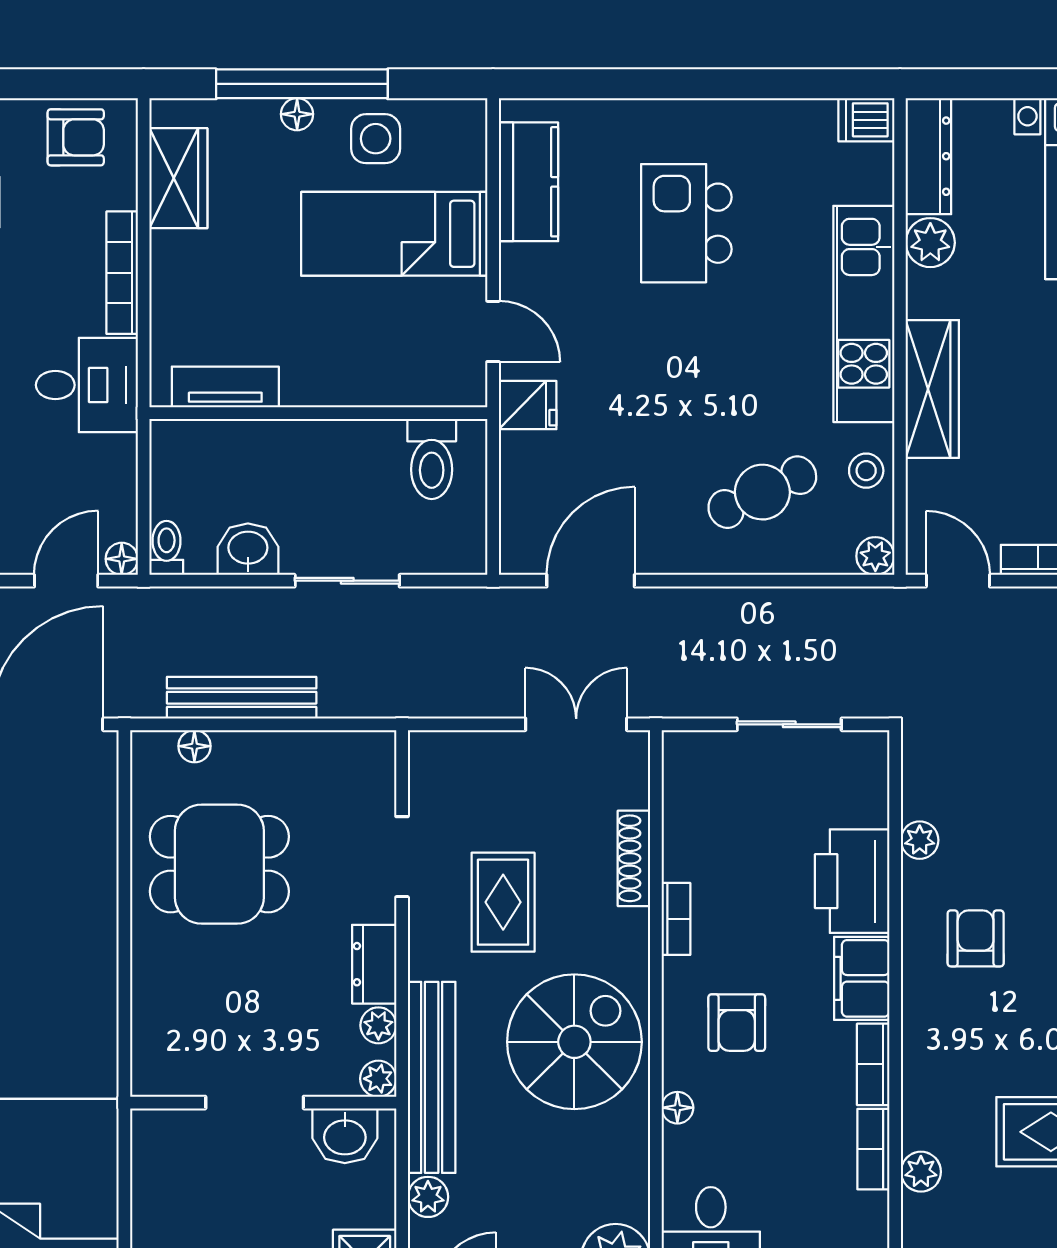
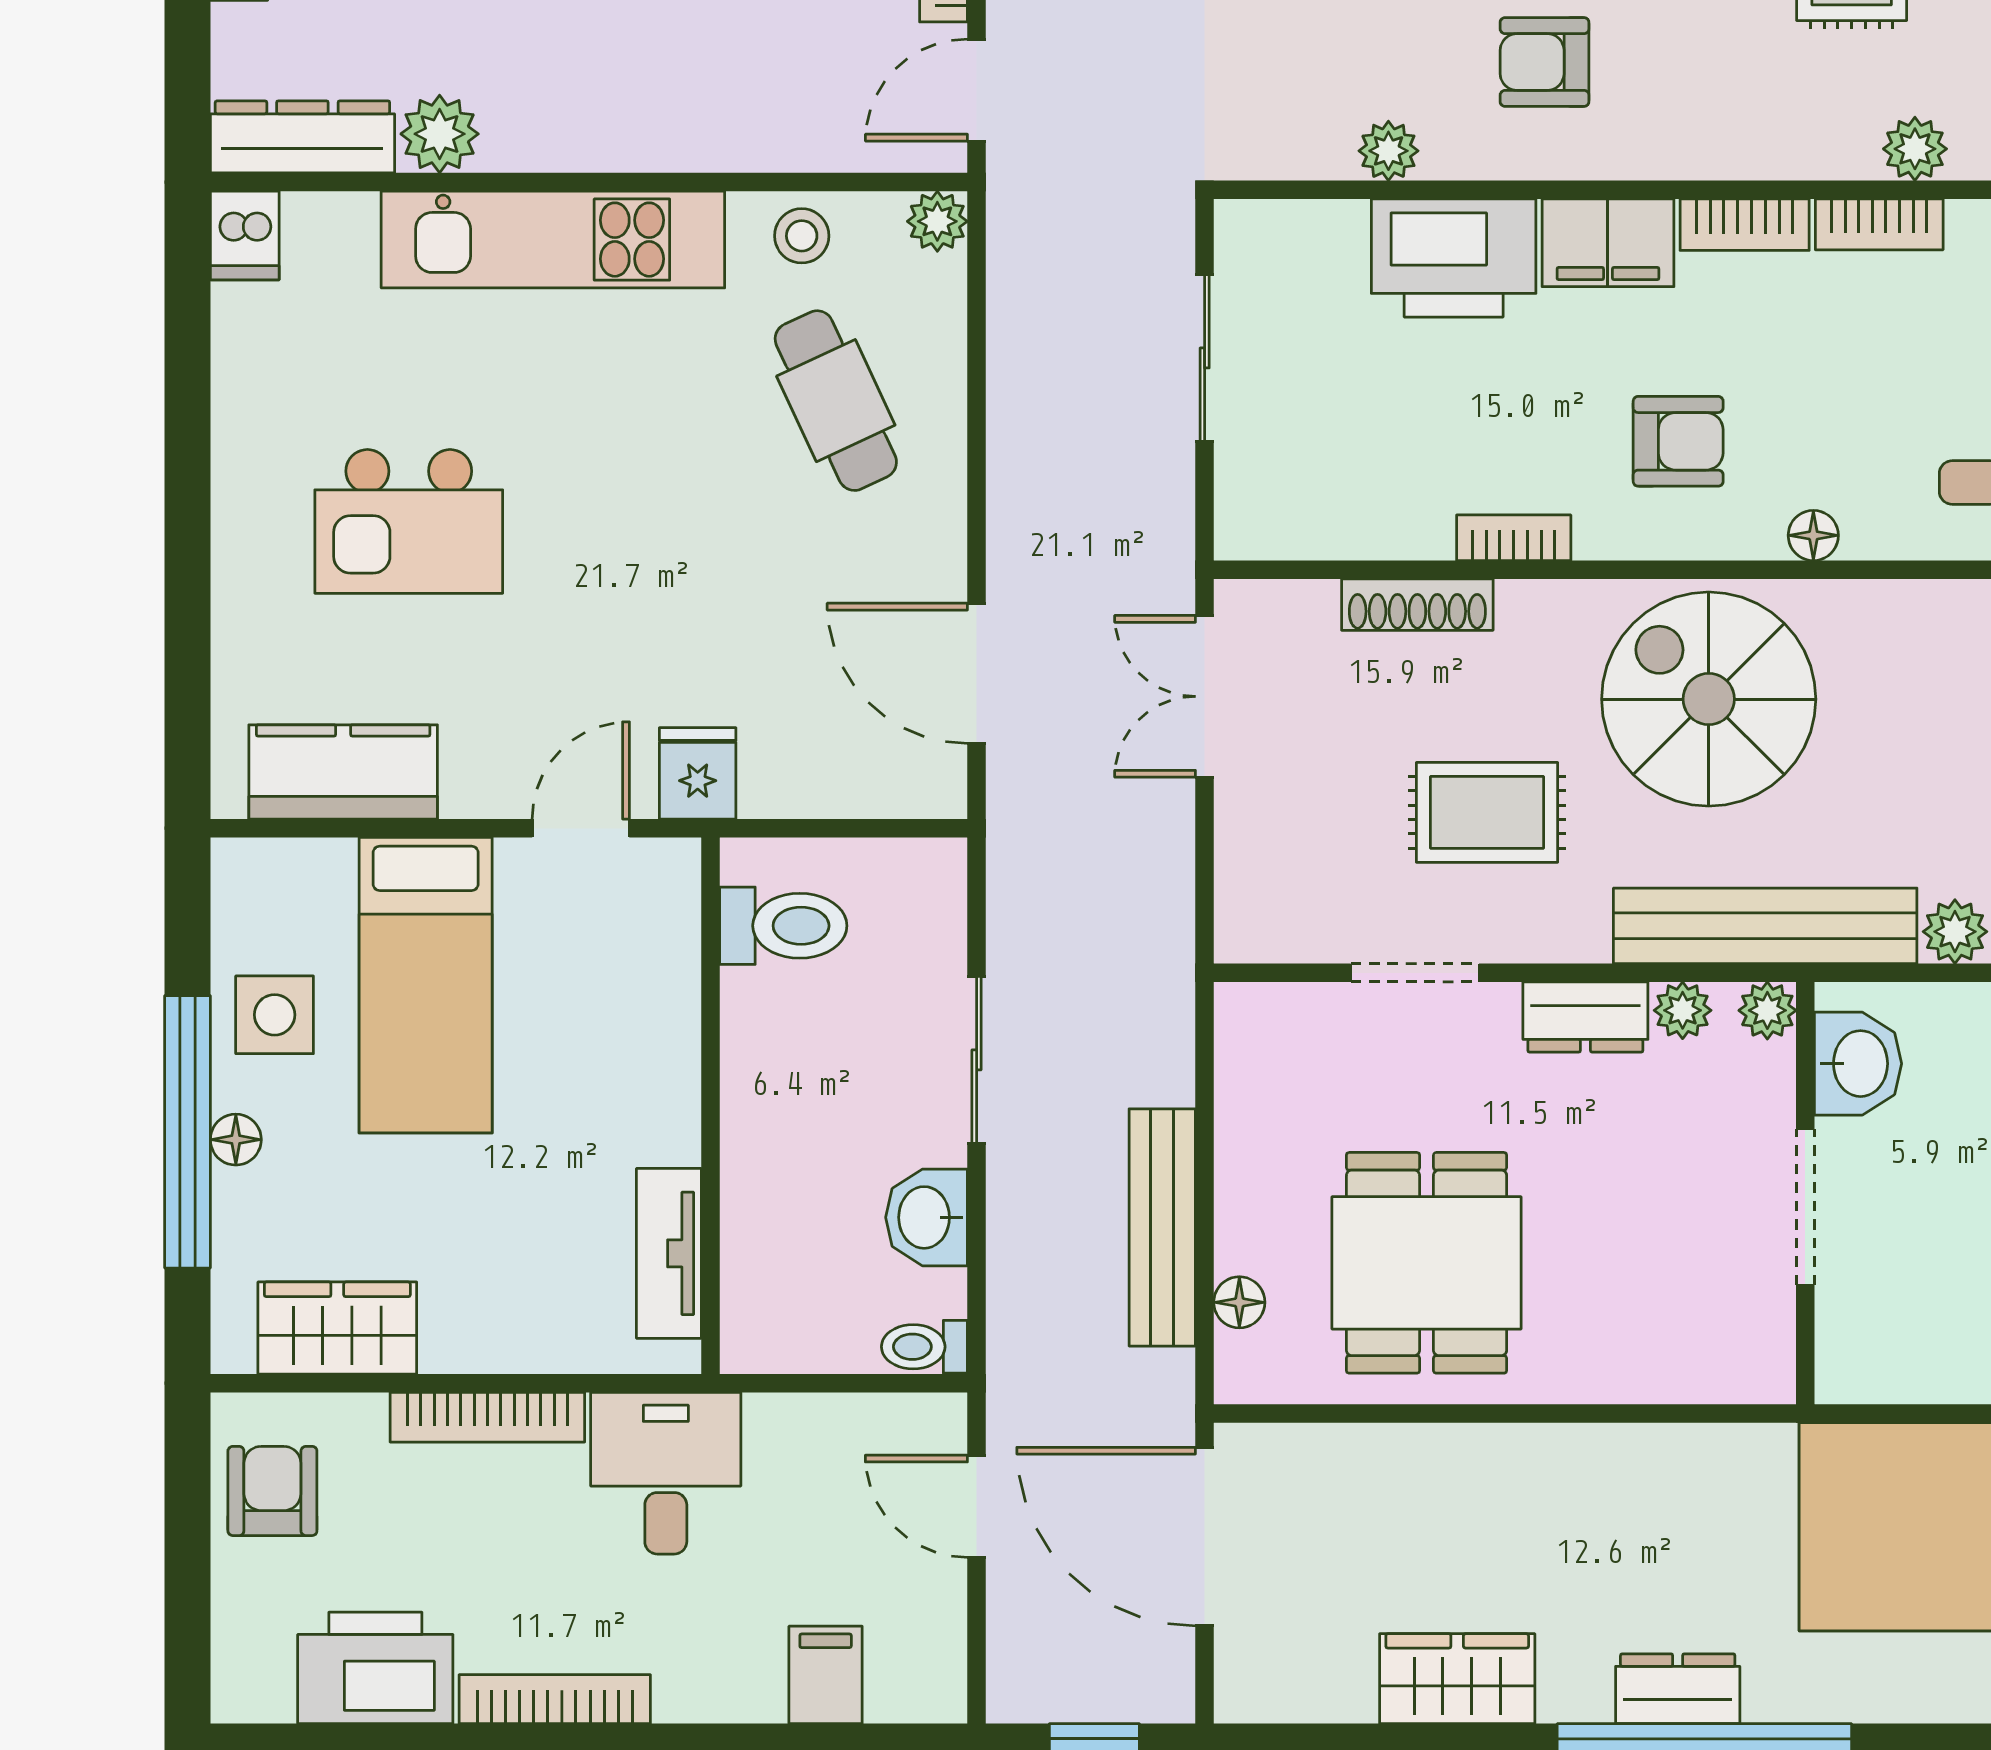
wardrobe: (932, 389) -> (672, 131), removed
floor lamp: (122, 559) -> (942, 1418), removed

